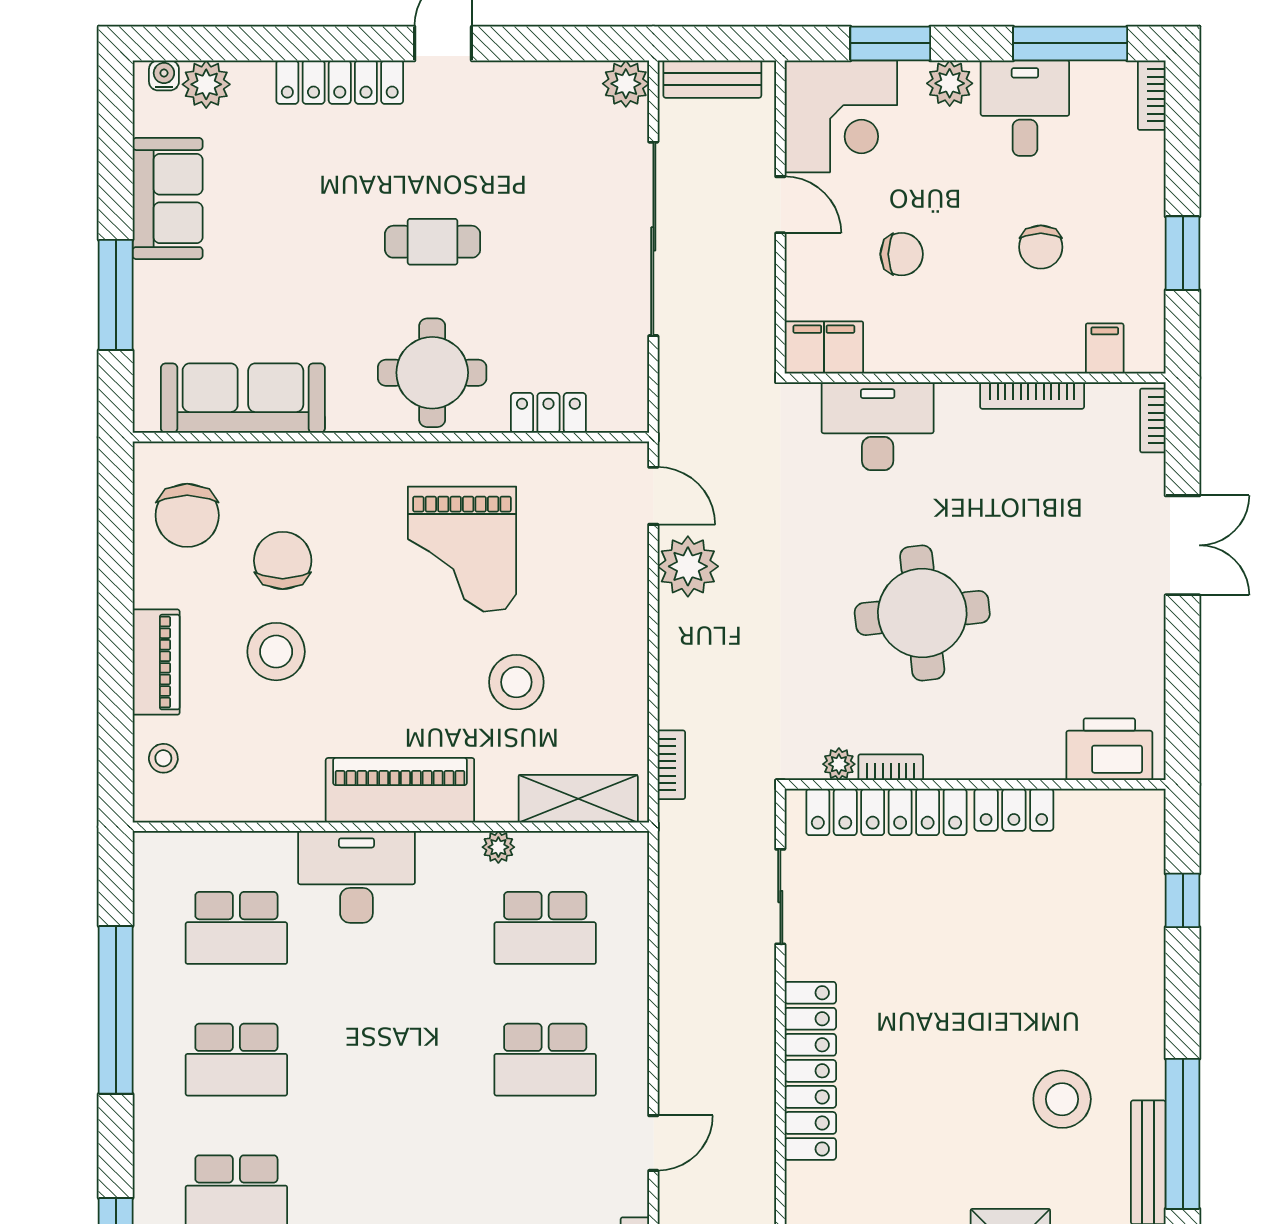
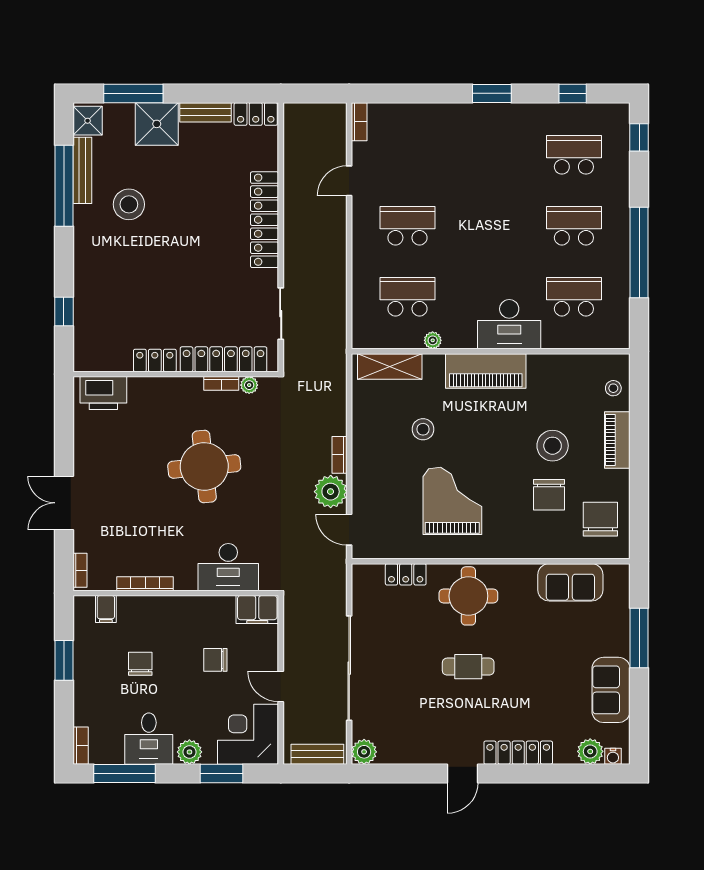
sofa: (243, 398) -> (570, 582), width x0.73
stool: (516, 682) -> (423, 429), width x0.73, depth x0.73
bookcase: (671, 765) -> (340, 455), moved

